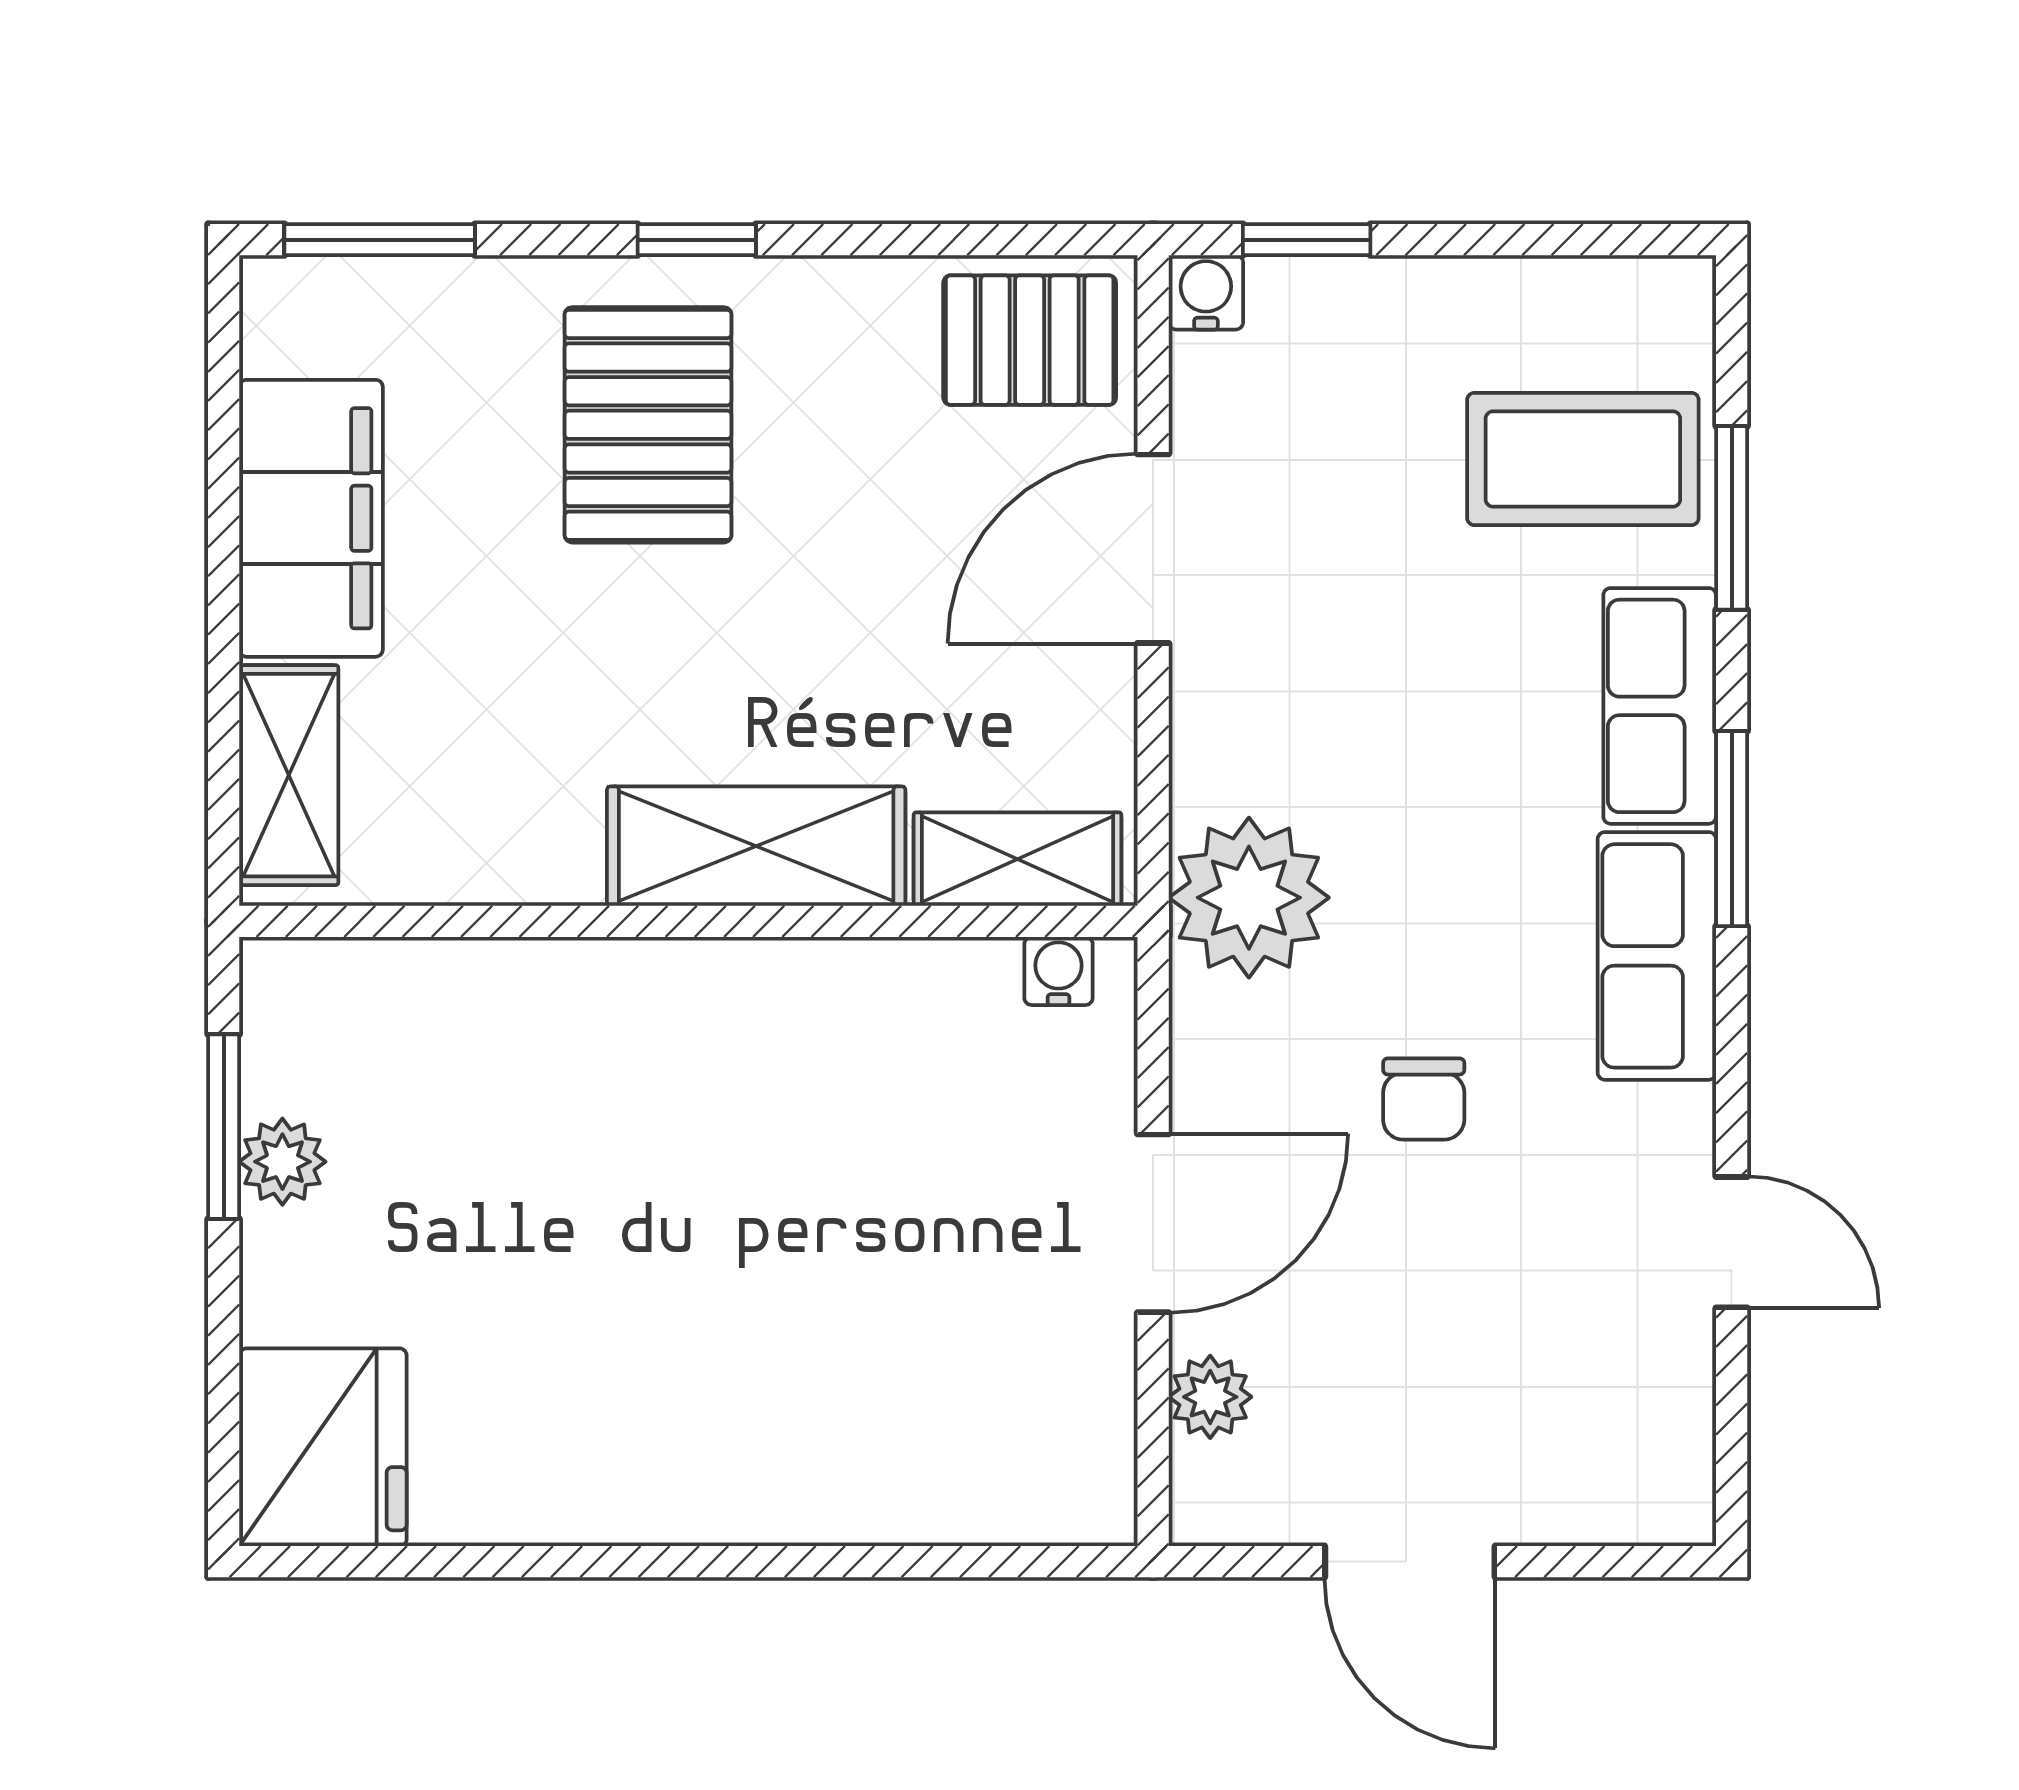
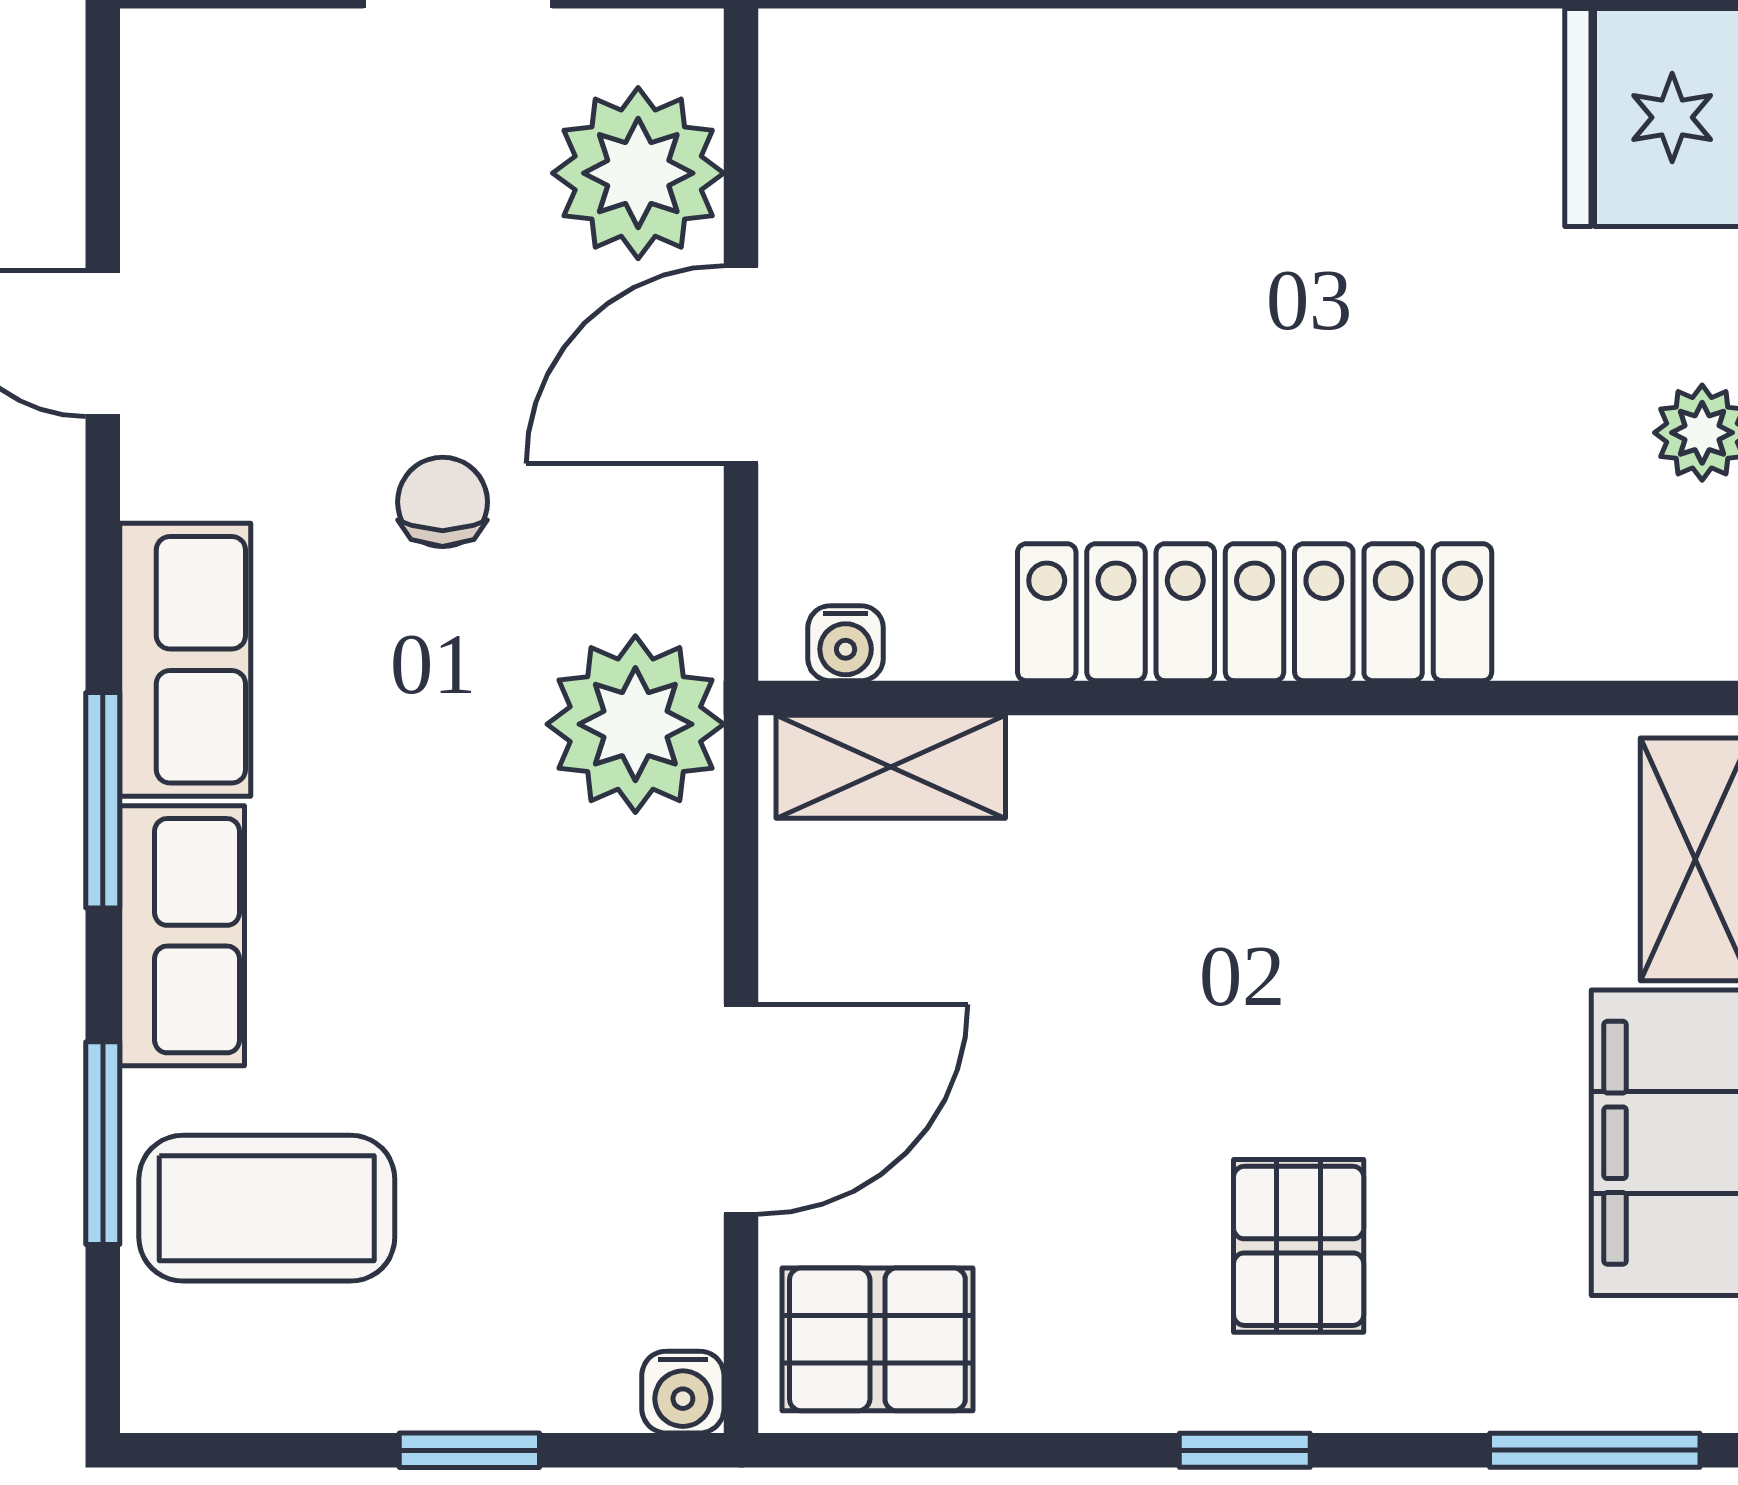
window: (1307, 240) -> (469, 1450), moved
pallet: (648, 425) -> (1299, 1246), width x0.67, depth x0.71
shelving: (756, 846) -> (1179, 781), removed
locker: (688, 999) -> (1255, 612), added
plant: (1210, 1397) -> (638, 173), width x1.87, depth x1.87

